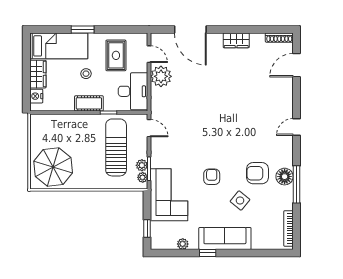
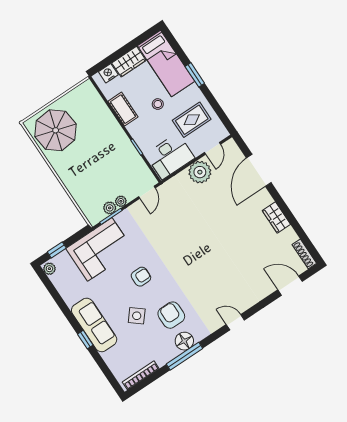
cot: (89, 103) -> (123, 109), moved
sun lounger: (116, 147) -> (110, 174), removed
plant: (143, 177) -> (121, 201), moved
plant: (183, 244) -> (49, 269), moved
window: (208, 253) -> (85, 340), moved

